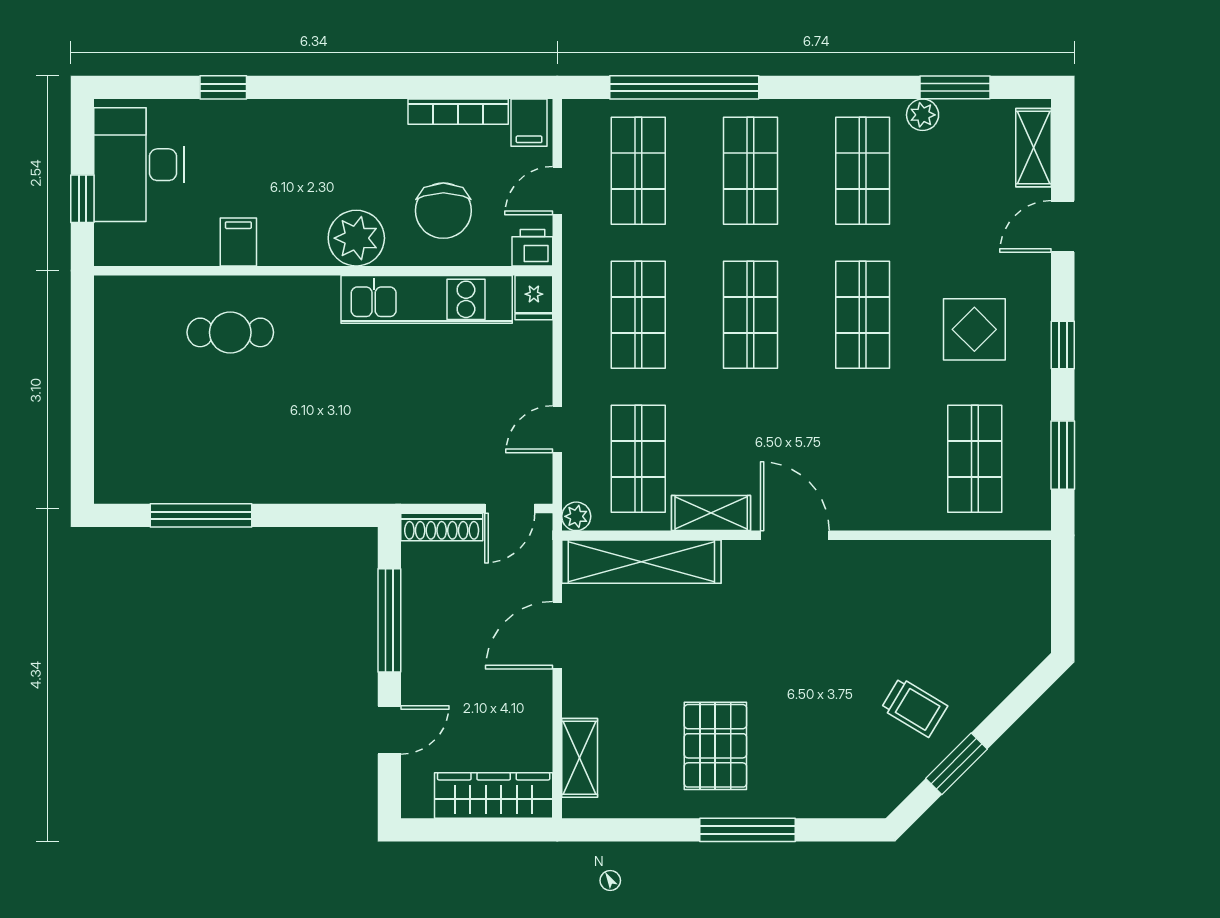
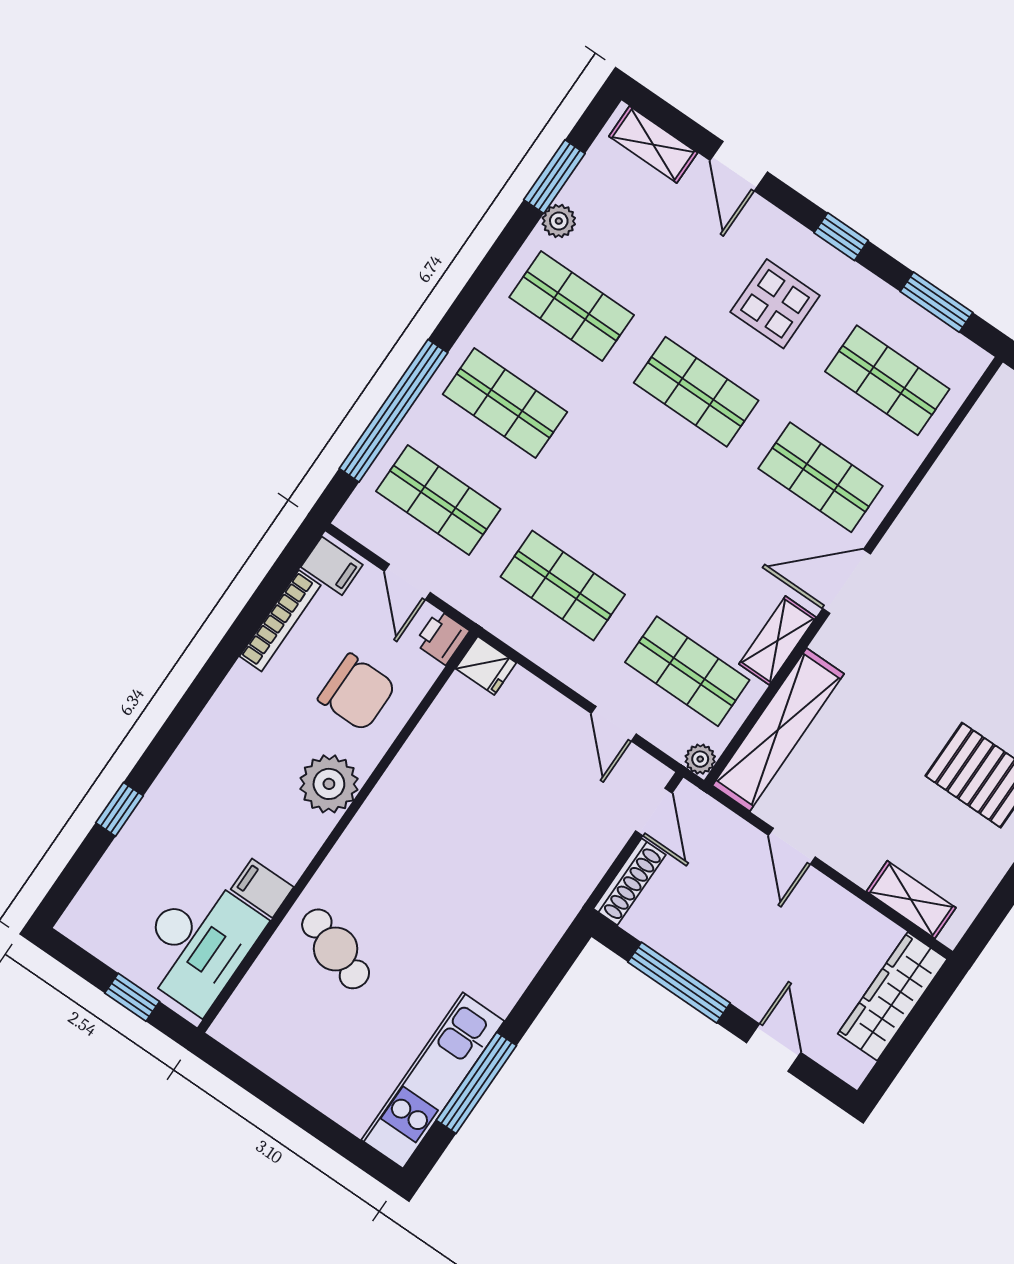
desk: (139, 165) -> (198, 943), moved, turned -90
kitchen unit: (427, 299) -> (433, 1080), moved, turned 180
shop shelf: (750, 315) -> (821, 477), moved
cafe table: (230, 332) -> (336, 949), turned -71
door: (557, 635) -> (792, 846), width x0.73

